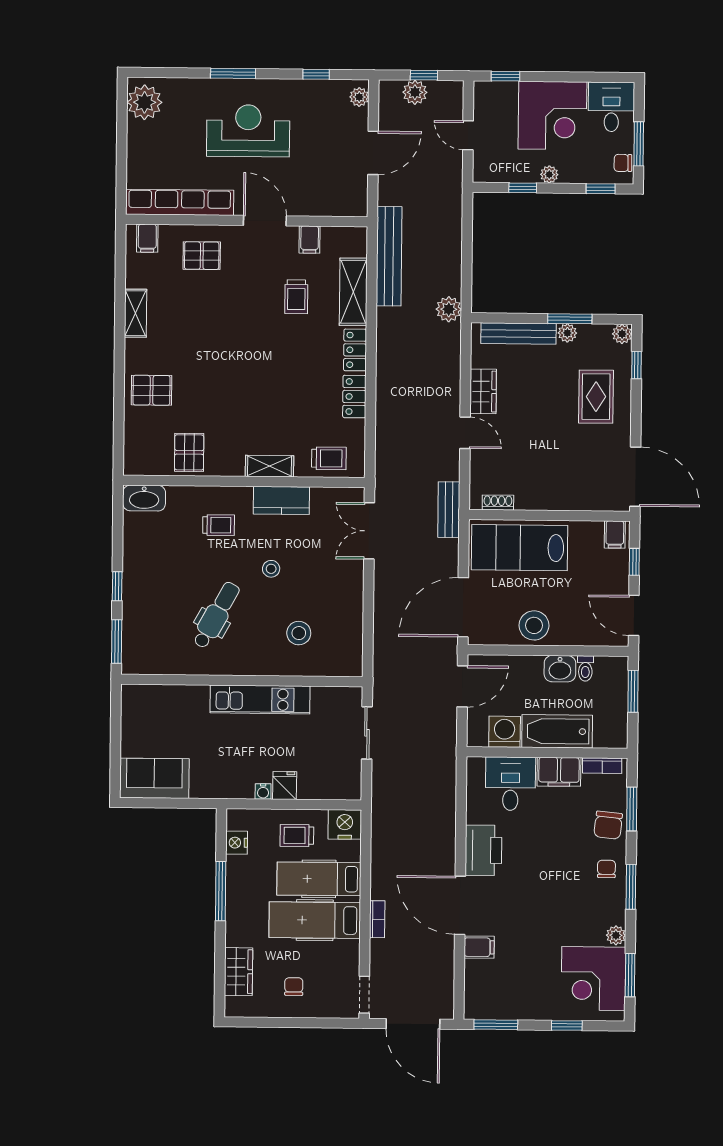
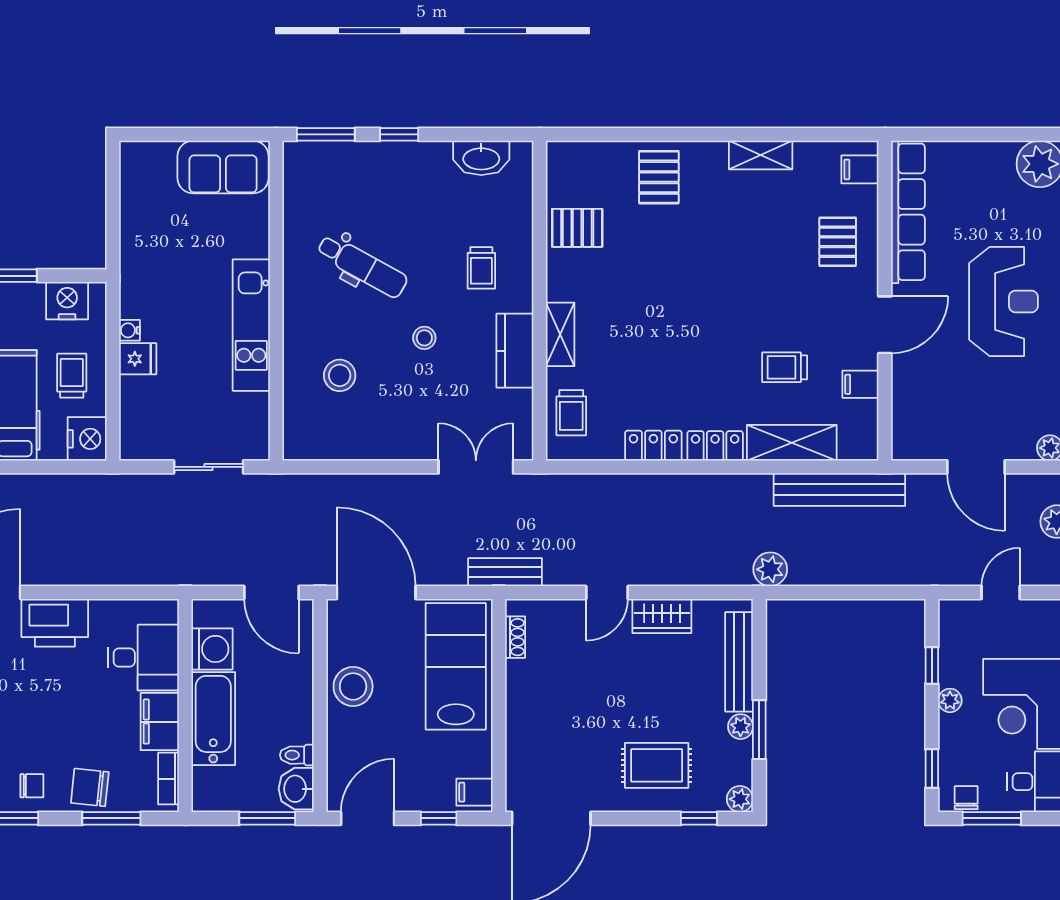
washbasin: (144, 498) -> (481, 158), moved, turned -90
washbasin: (560, 669) -> (296, 789), moved
sofa: (154, 778) -> (223, 167), moved, turned 90
nightstand: (237, 843) -> (67, 301), width x1.36, depth x1.33

